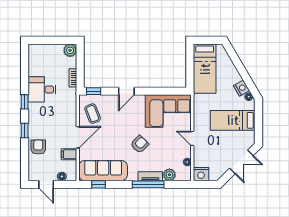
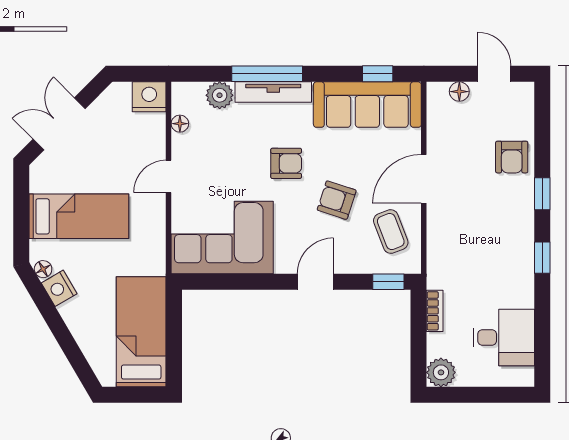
desk: (42, 89) -> (504, 337), moved
armchair: (117, 128) -> (337, 200), added
door: (192, 138) -> (169, 176), swing flipped
armchair: (140, 144) -> (286, 163), turned -135
filing cabinet: (69, 154) -> (443, 141), removed
tv unit: (150, 176) -> (273, 92), width x1.41

